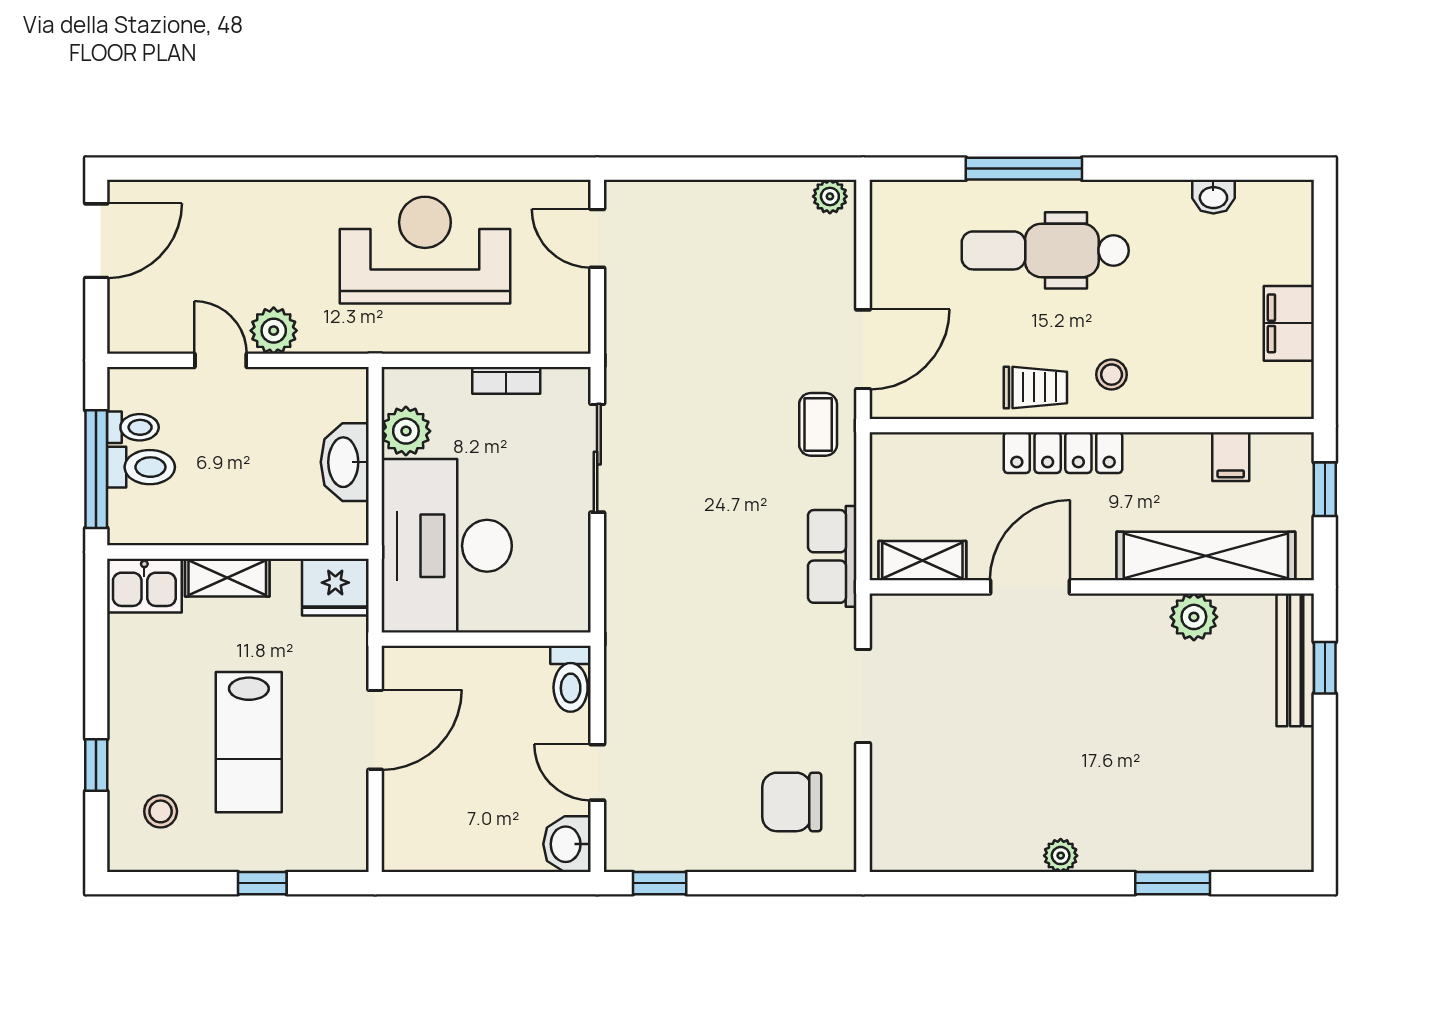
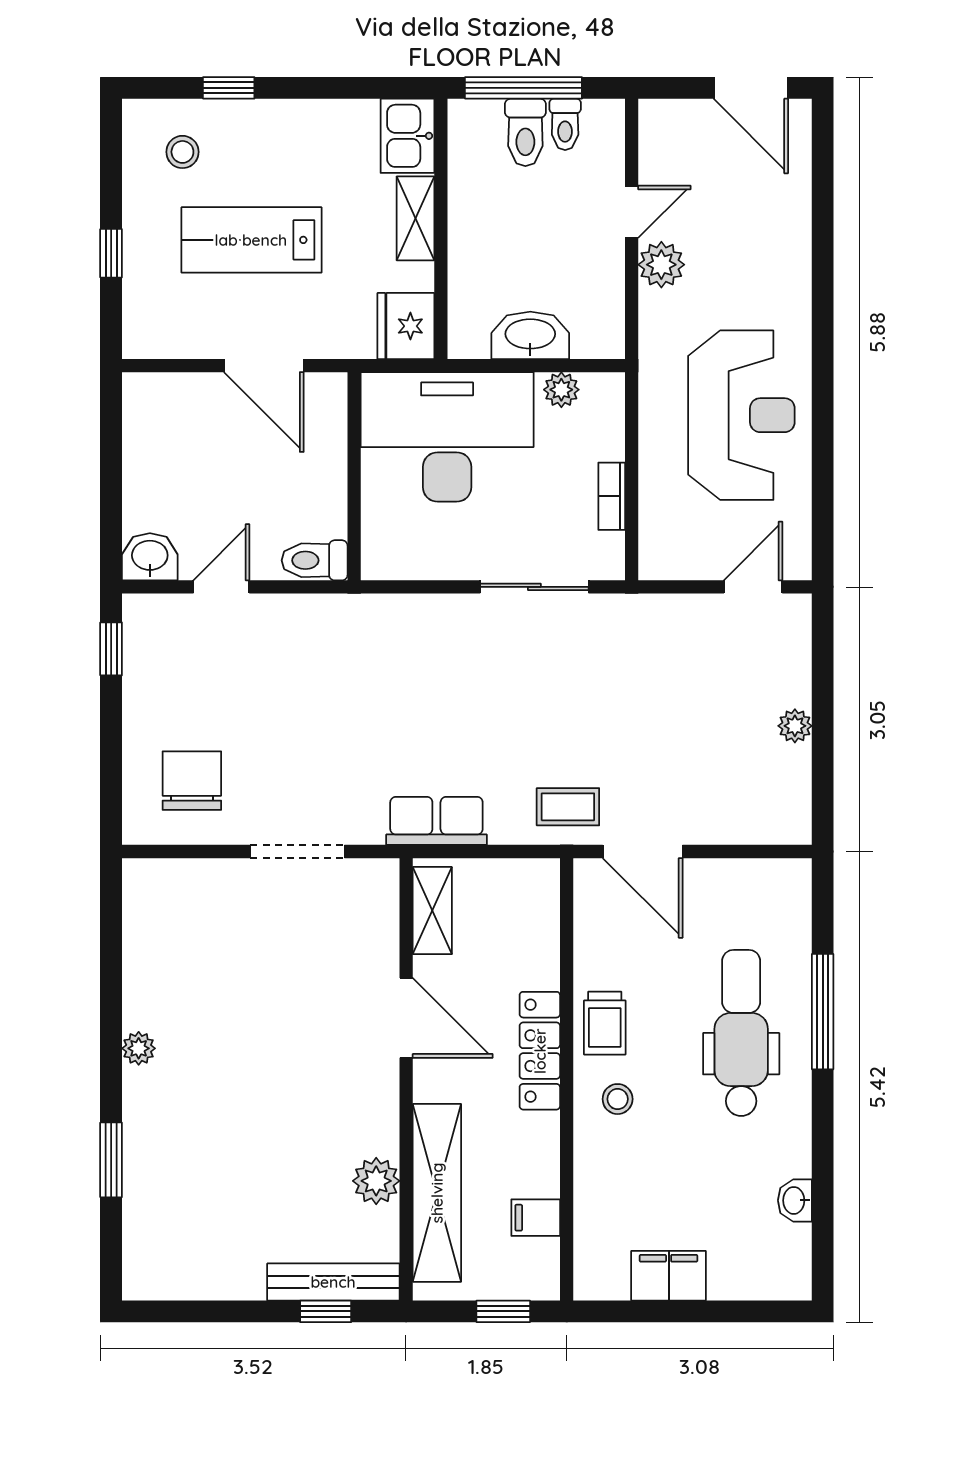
plant: (830, 196) -> (795, 726), moved
plant: (406, 431) -> (561, 390), width x0.73, depth x0.73

